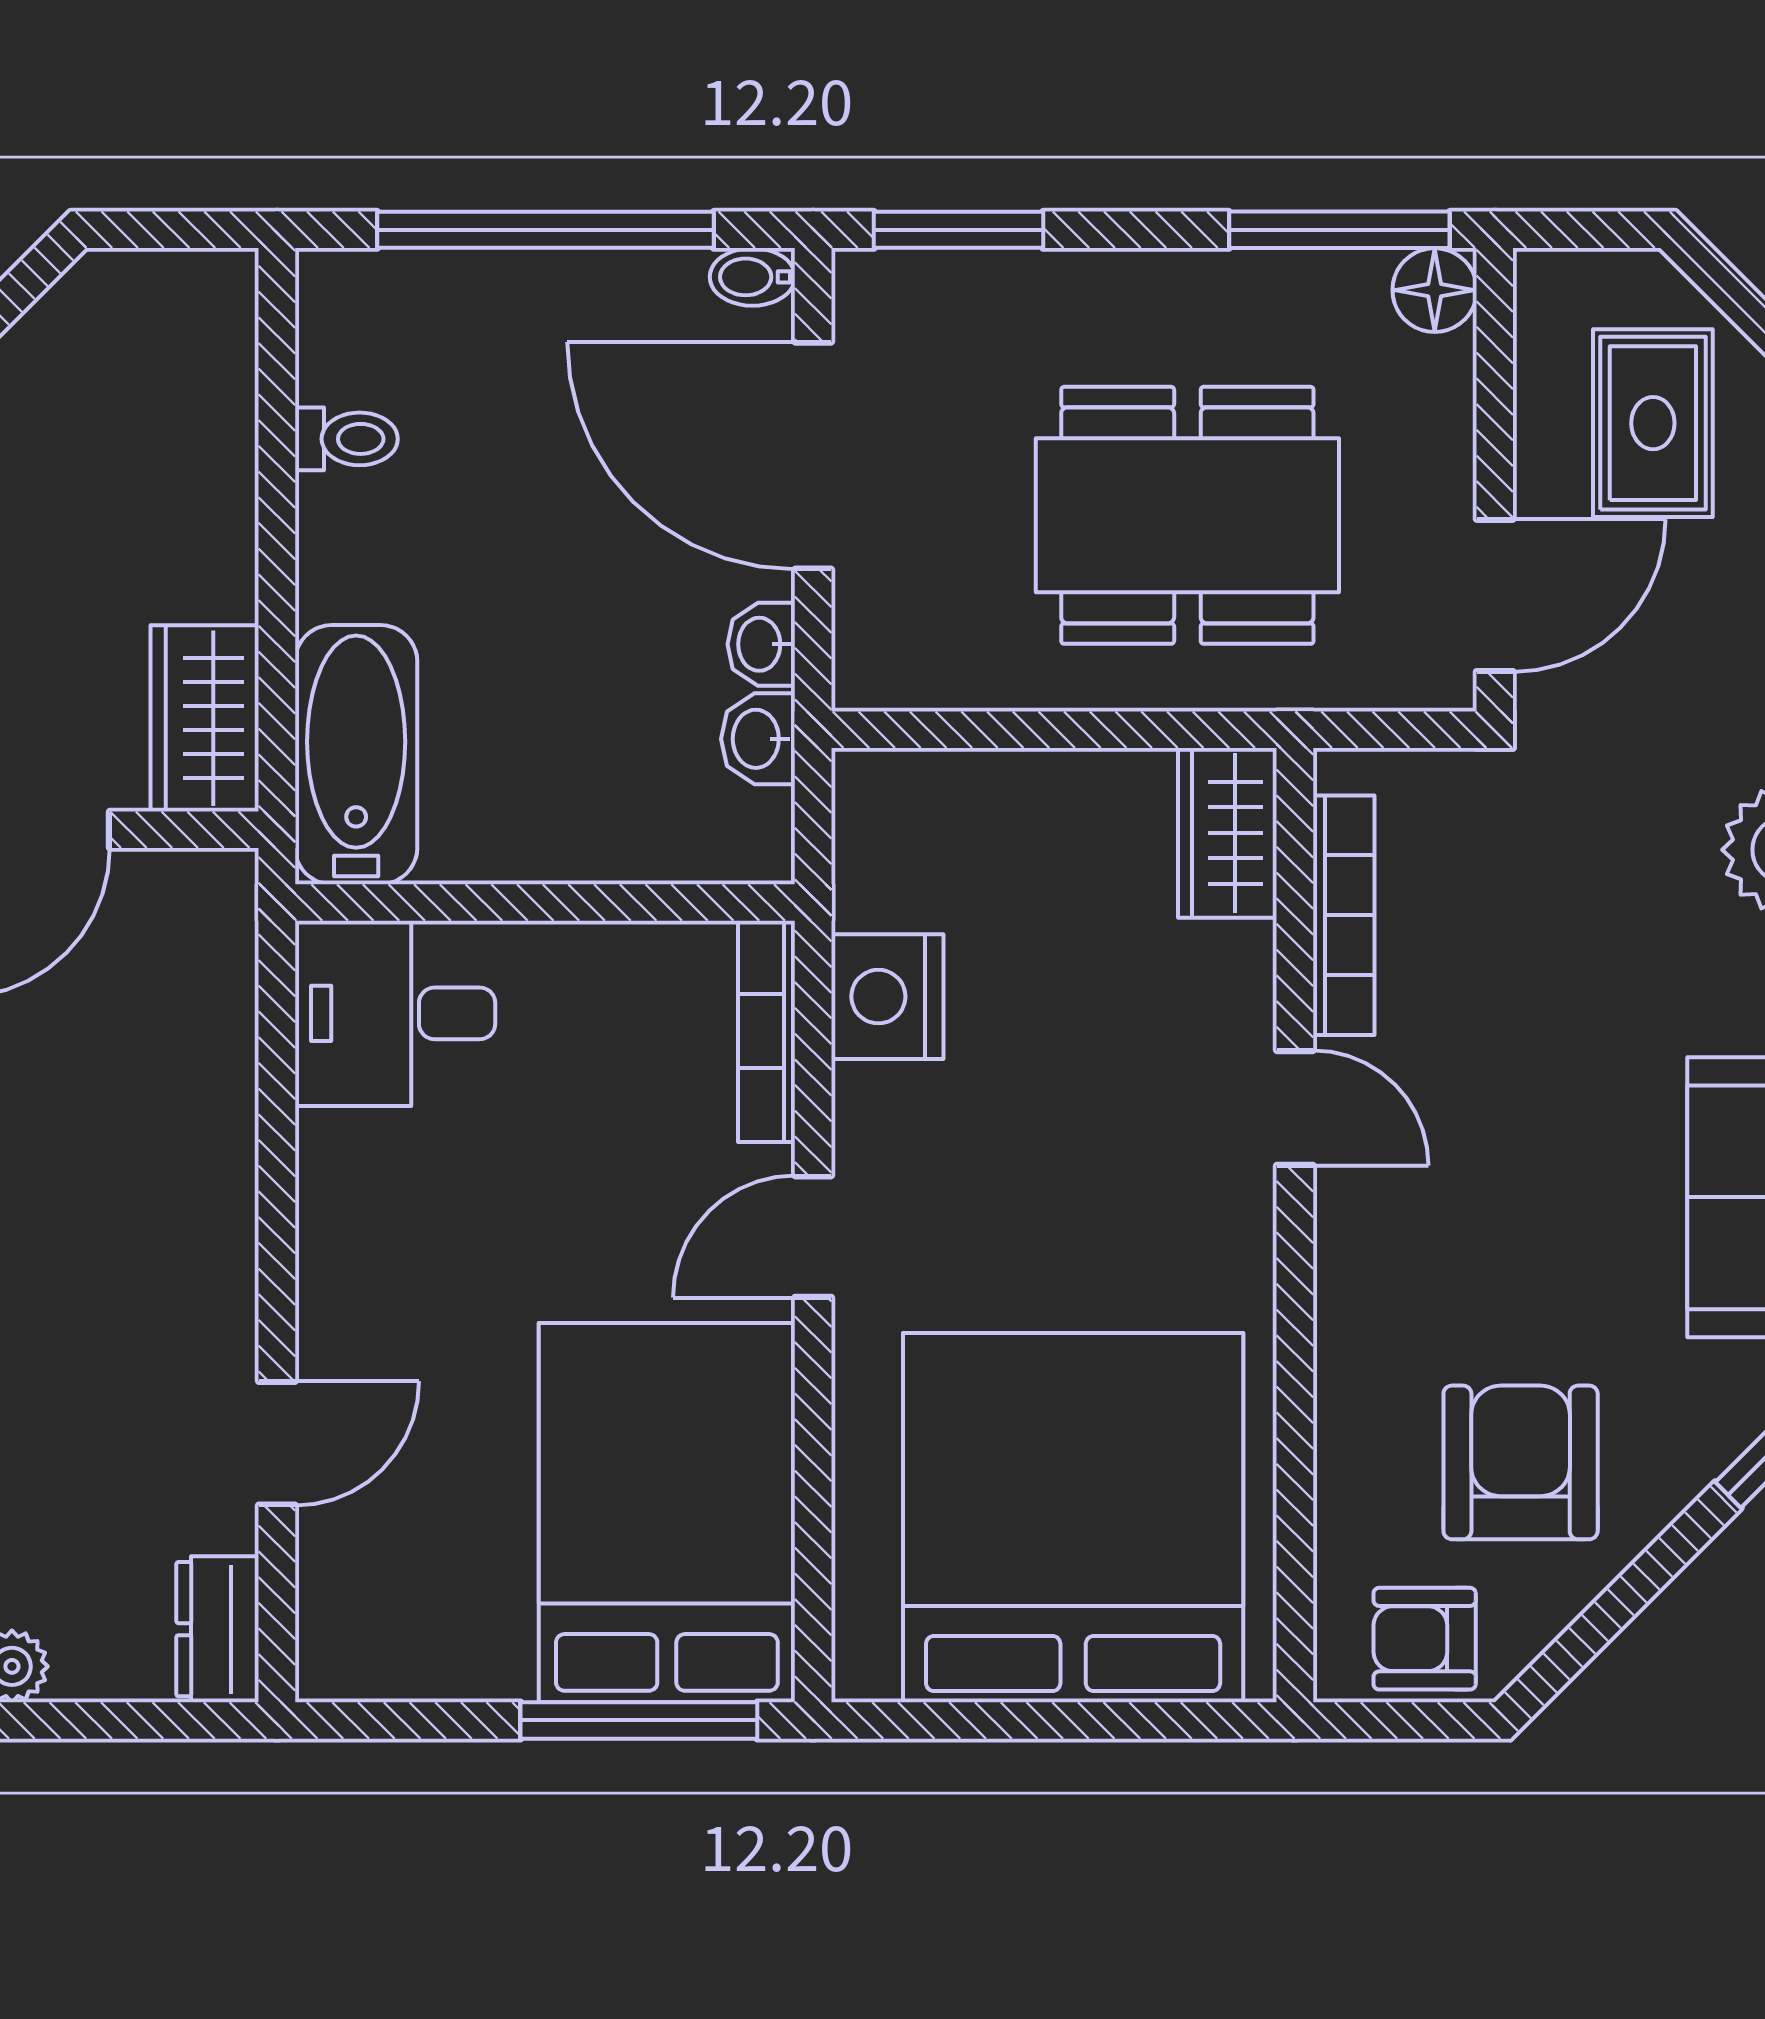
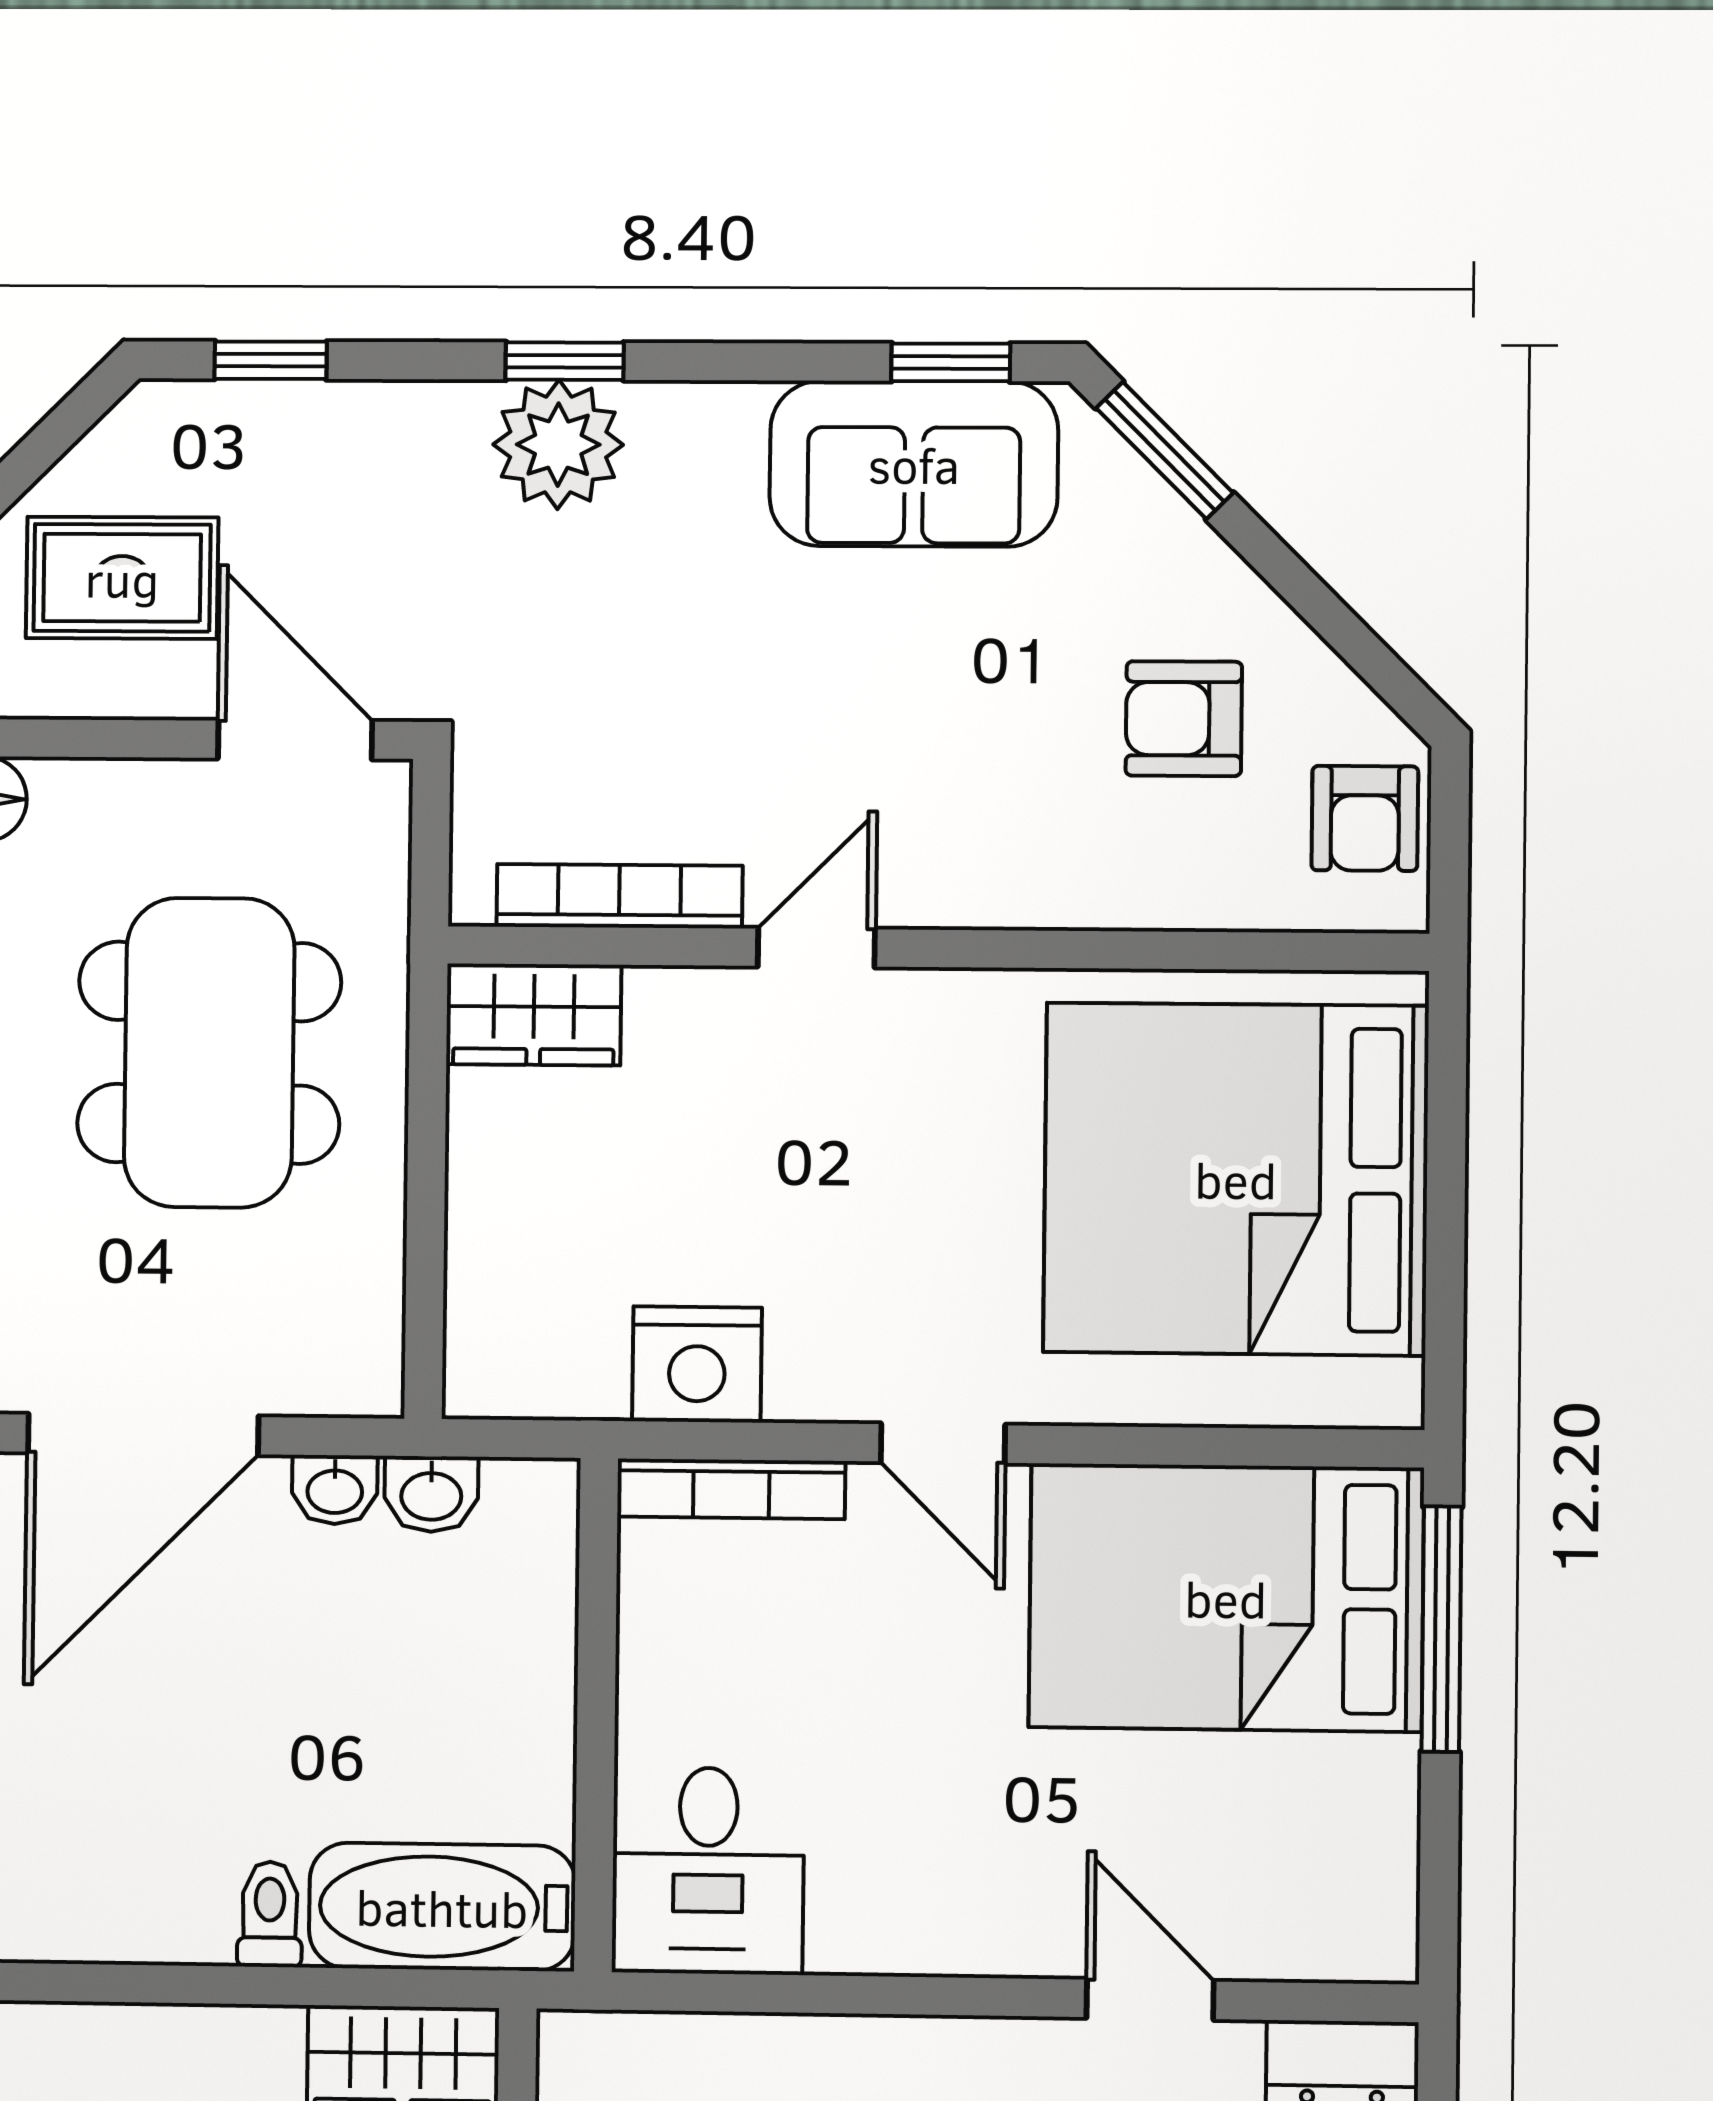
toilet: (346, 439) -> (270, 1914), moved
armchair: (1521, 1462) -> (1184, 719), width x0.72, depth x0.72

